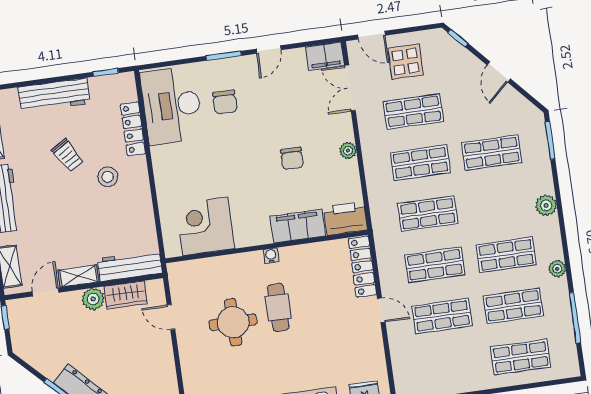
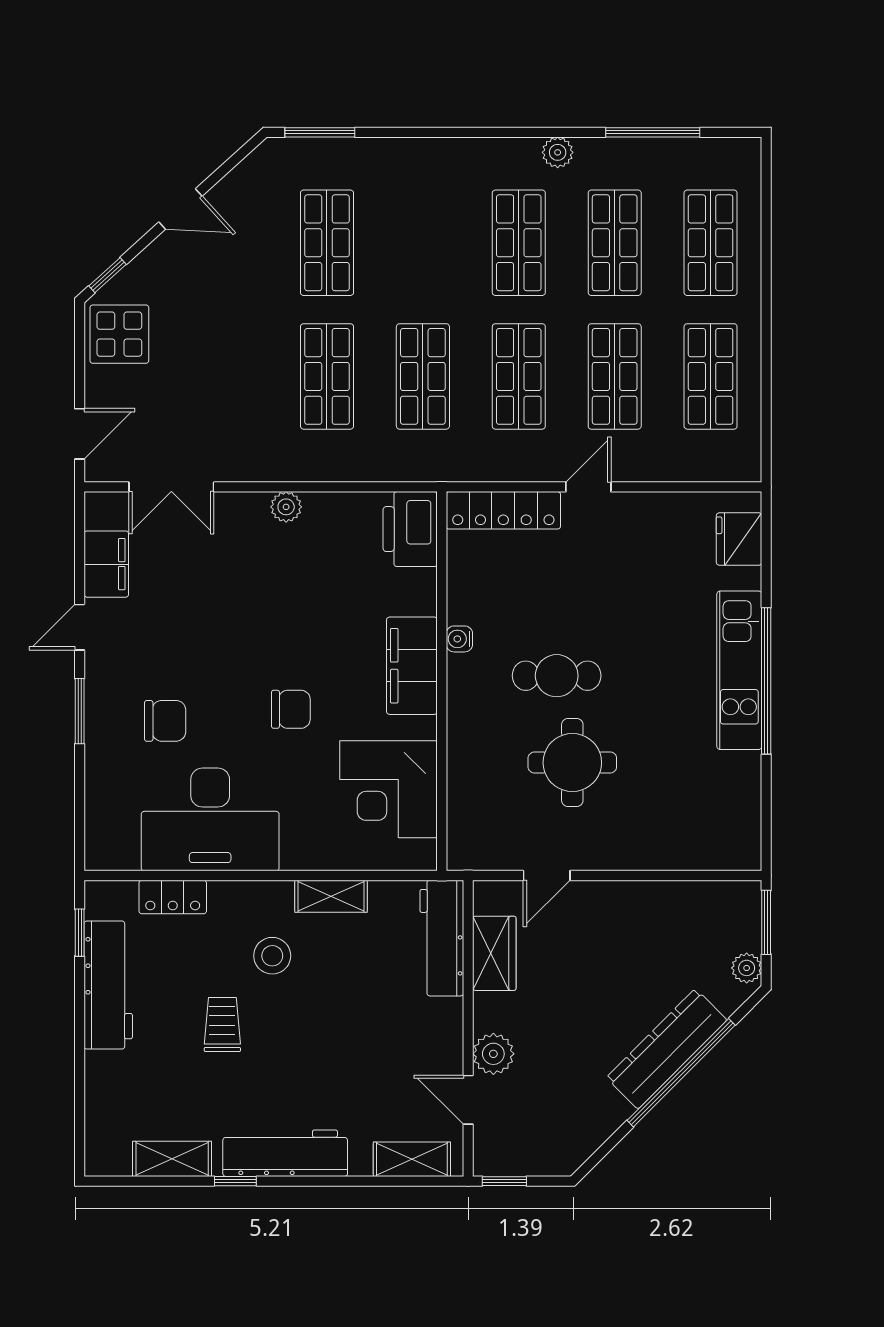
door: (268, 50) -> (80, 627), swing flipped
filing cabinet: (325, 56) -> (106, 564), moved
display table: (406, 62) -> (119, 334), moved
workbench: (54, 95) -> (108, 985), moved
desk: (172, 105) -> (210, 819), moved
shop shelf: (413, 112) -> (711, 376), moved
locker: (133, 129) -> (173, 897), width x0.66
trolley: (67, 155) -> (222, 1024), turned -59
chair: (292, 158) -> (291, 709), moved
plant: (546, 205) -> (438, 156), removed
filing cabinet: (298, 226) -> (412, 666), moved
water cooler: (271, 256) -> (459, 639), moved
shelving: (79, 276) -> (331, 896), moved, turned 90
plant: (93, 299) -> (493, 1054), moved

